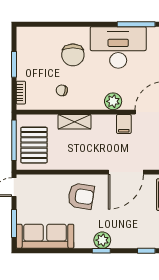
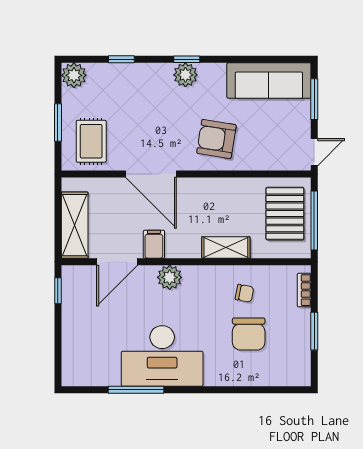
chair: (73, 55) -> (249, 334), moved, turned 180
door: (126, 172) -> (151, 174), swing flipped

